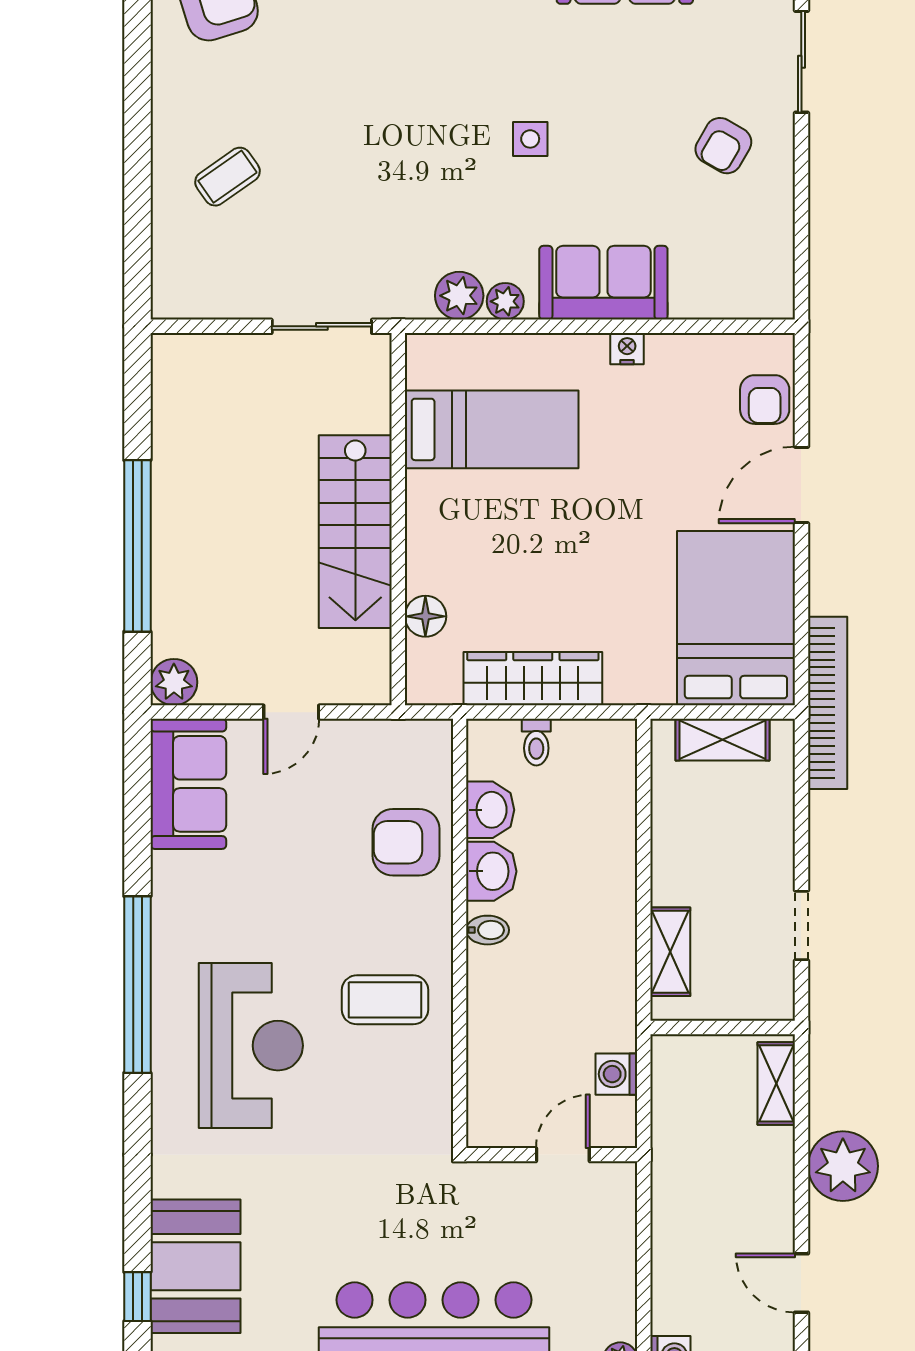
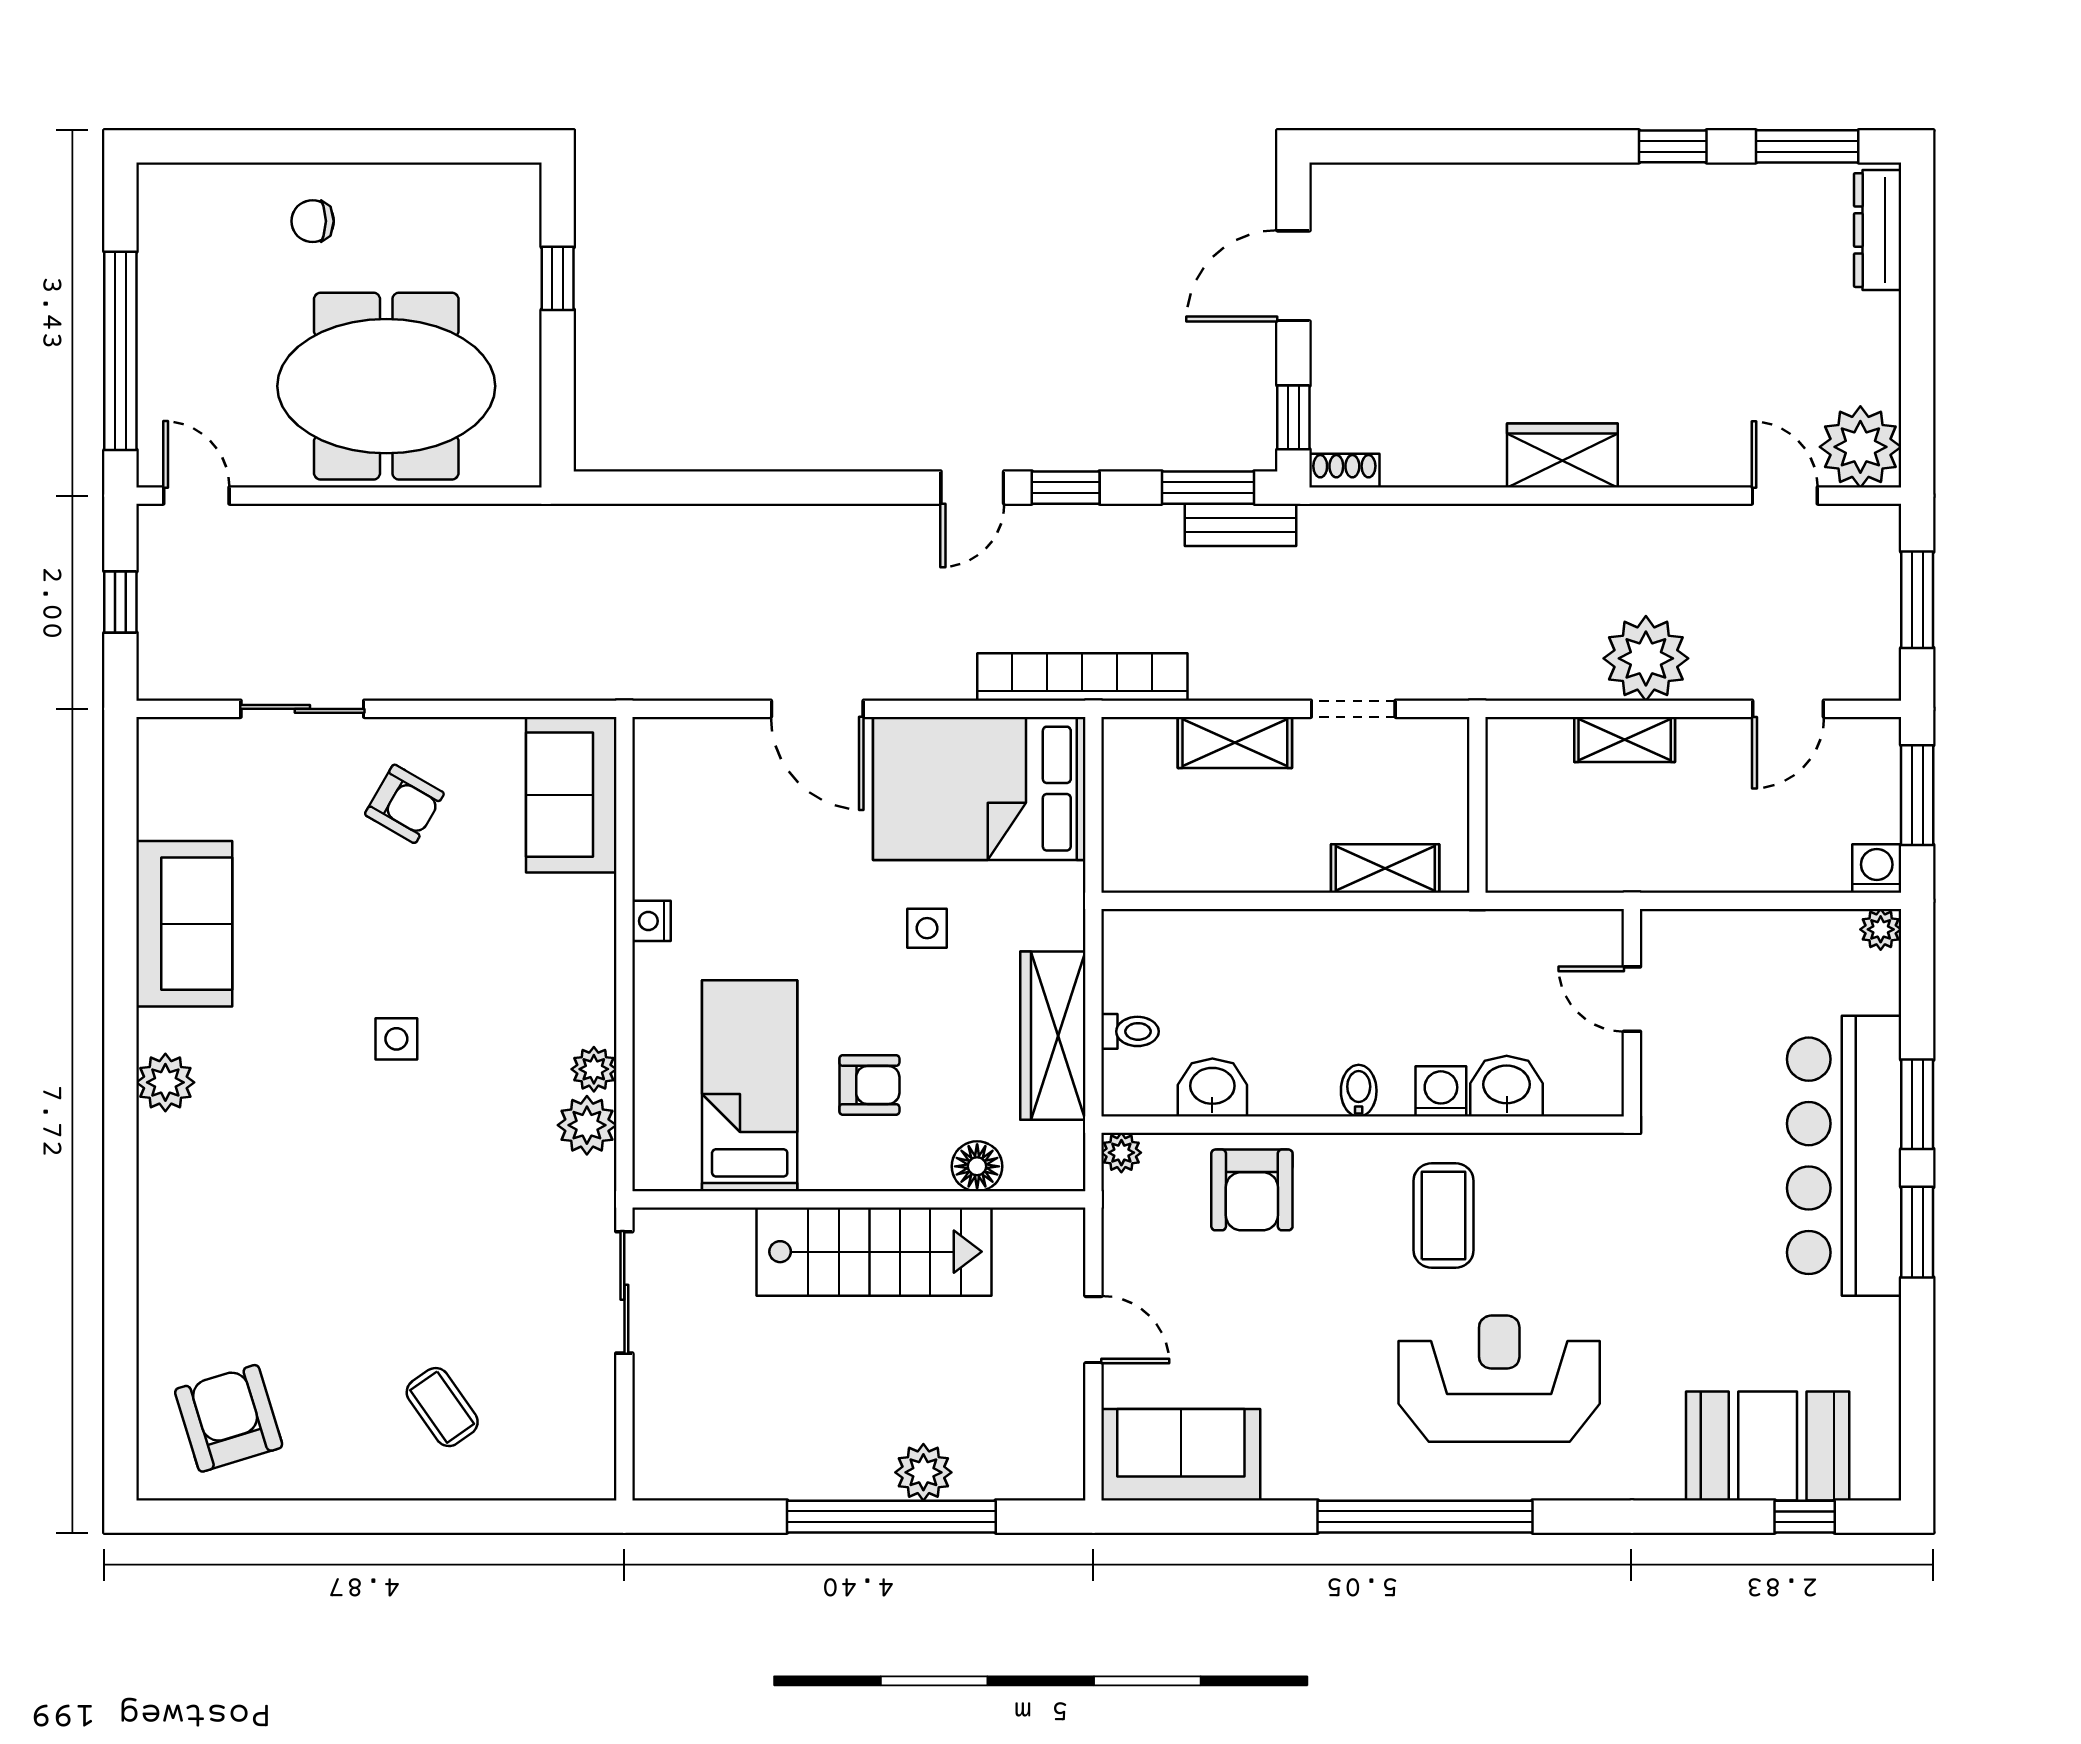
sofa: (603, 283) -> (571, 795), moved
armchair: (765, 400) -> (869, 1085), moved
side table: (621, 575) -> (927, 928), added
plant: (174, 682) -> (923, 1472), moved
plant: (437, 735) -> (1121, 1153), added
shelving: (723, 740) -> (1235, 742), moved, turned 90
washbasin: (491, 871) -> (1507, 1086), moved
washing machine: (616, 1074) -> (1441, 1091), moved, turned 180
shelving: (776, 1083) -> (1625, 739), moved

